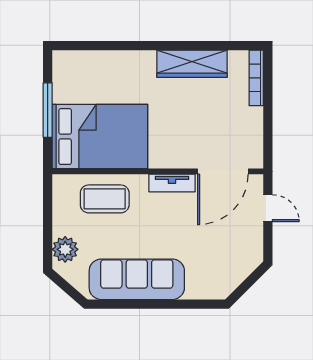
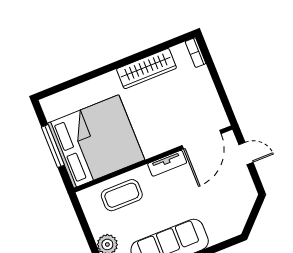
bookcase: (256, 78) -> (196, 53), width x0.64
bed: (100, 137) -> (96, 141), width x1.36

